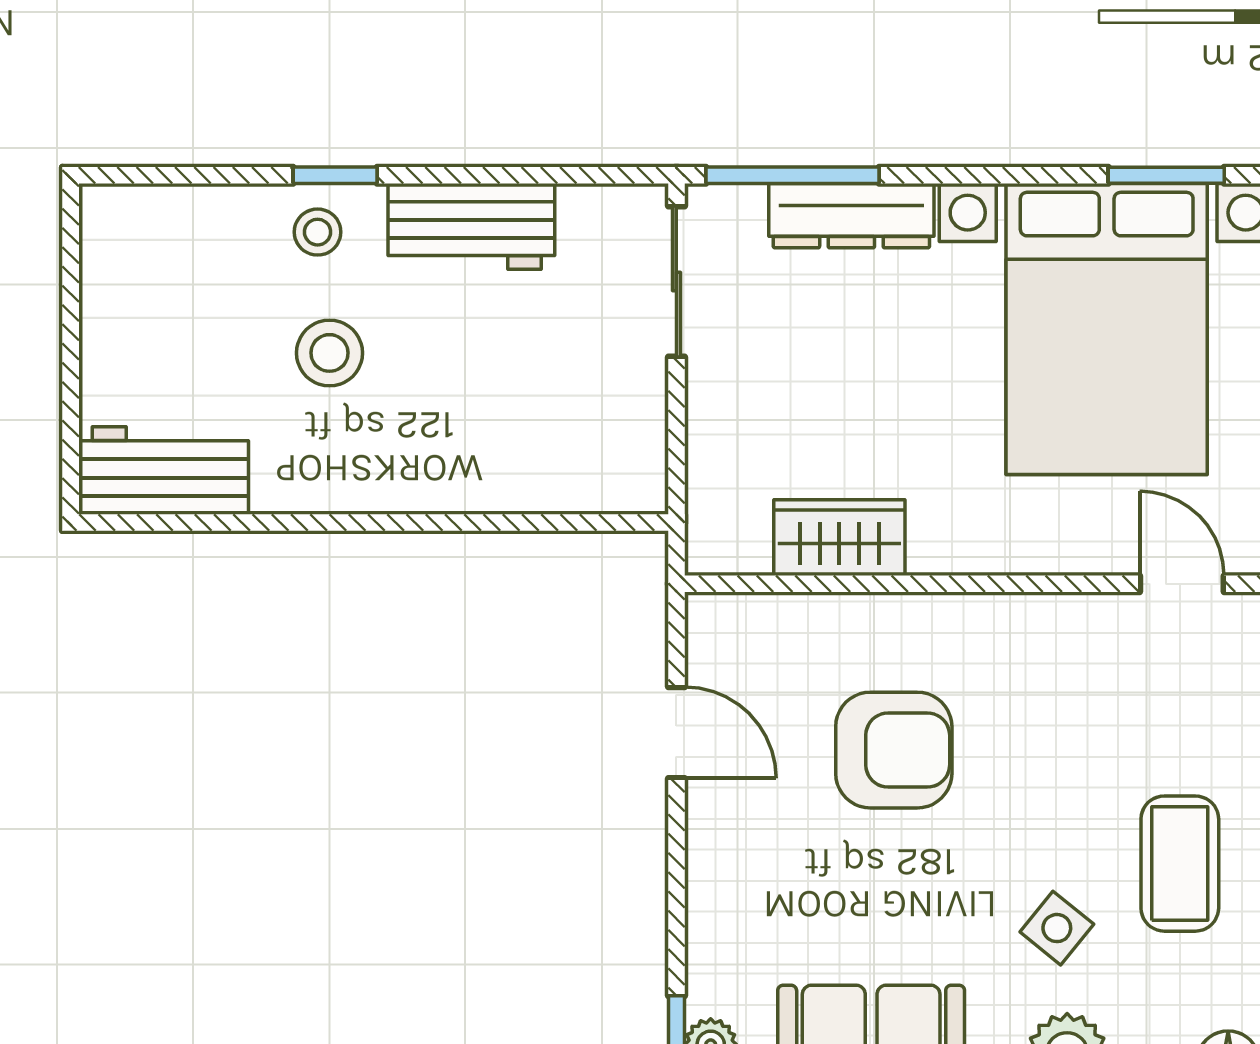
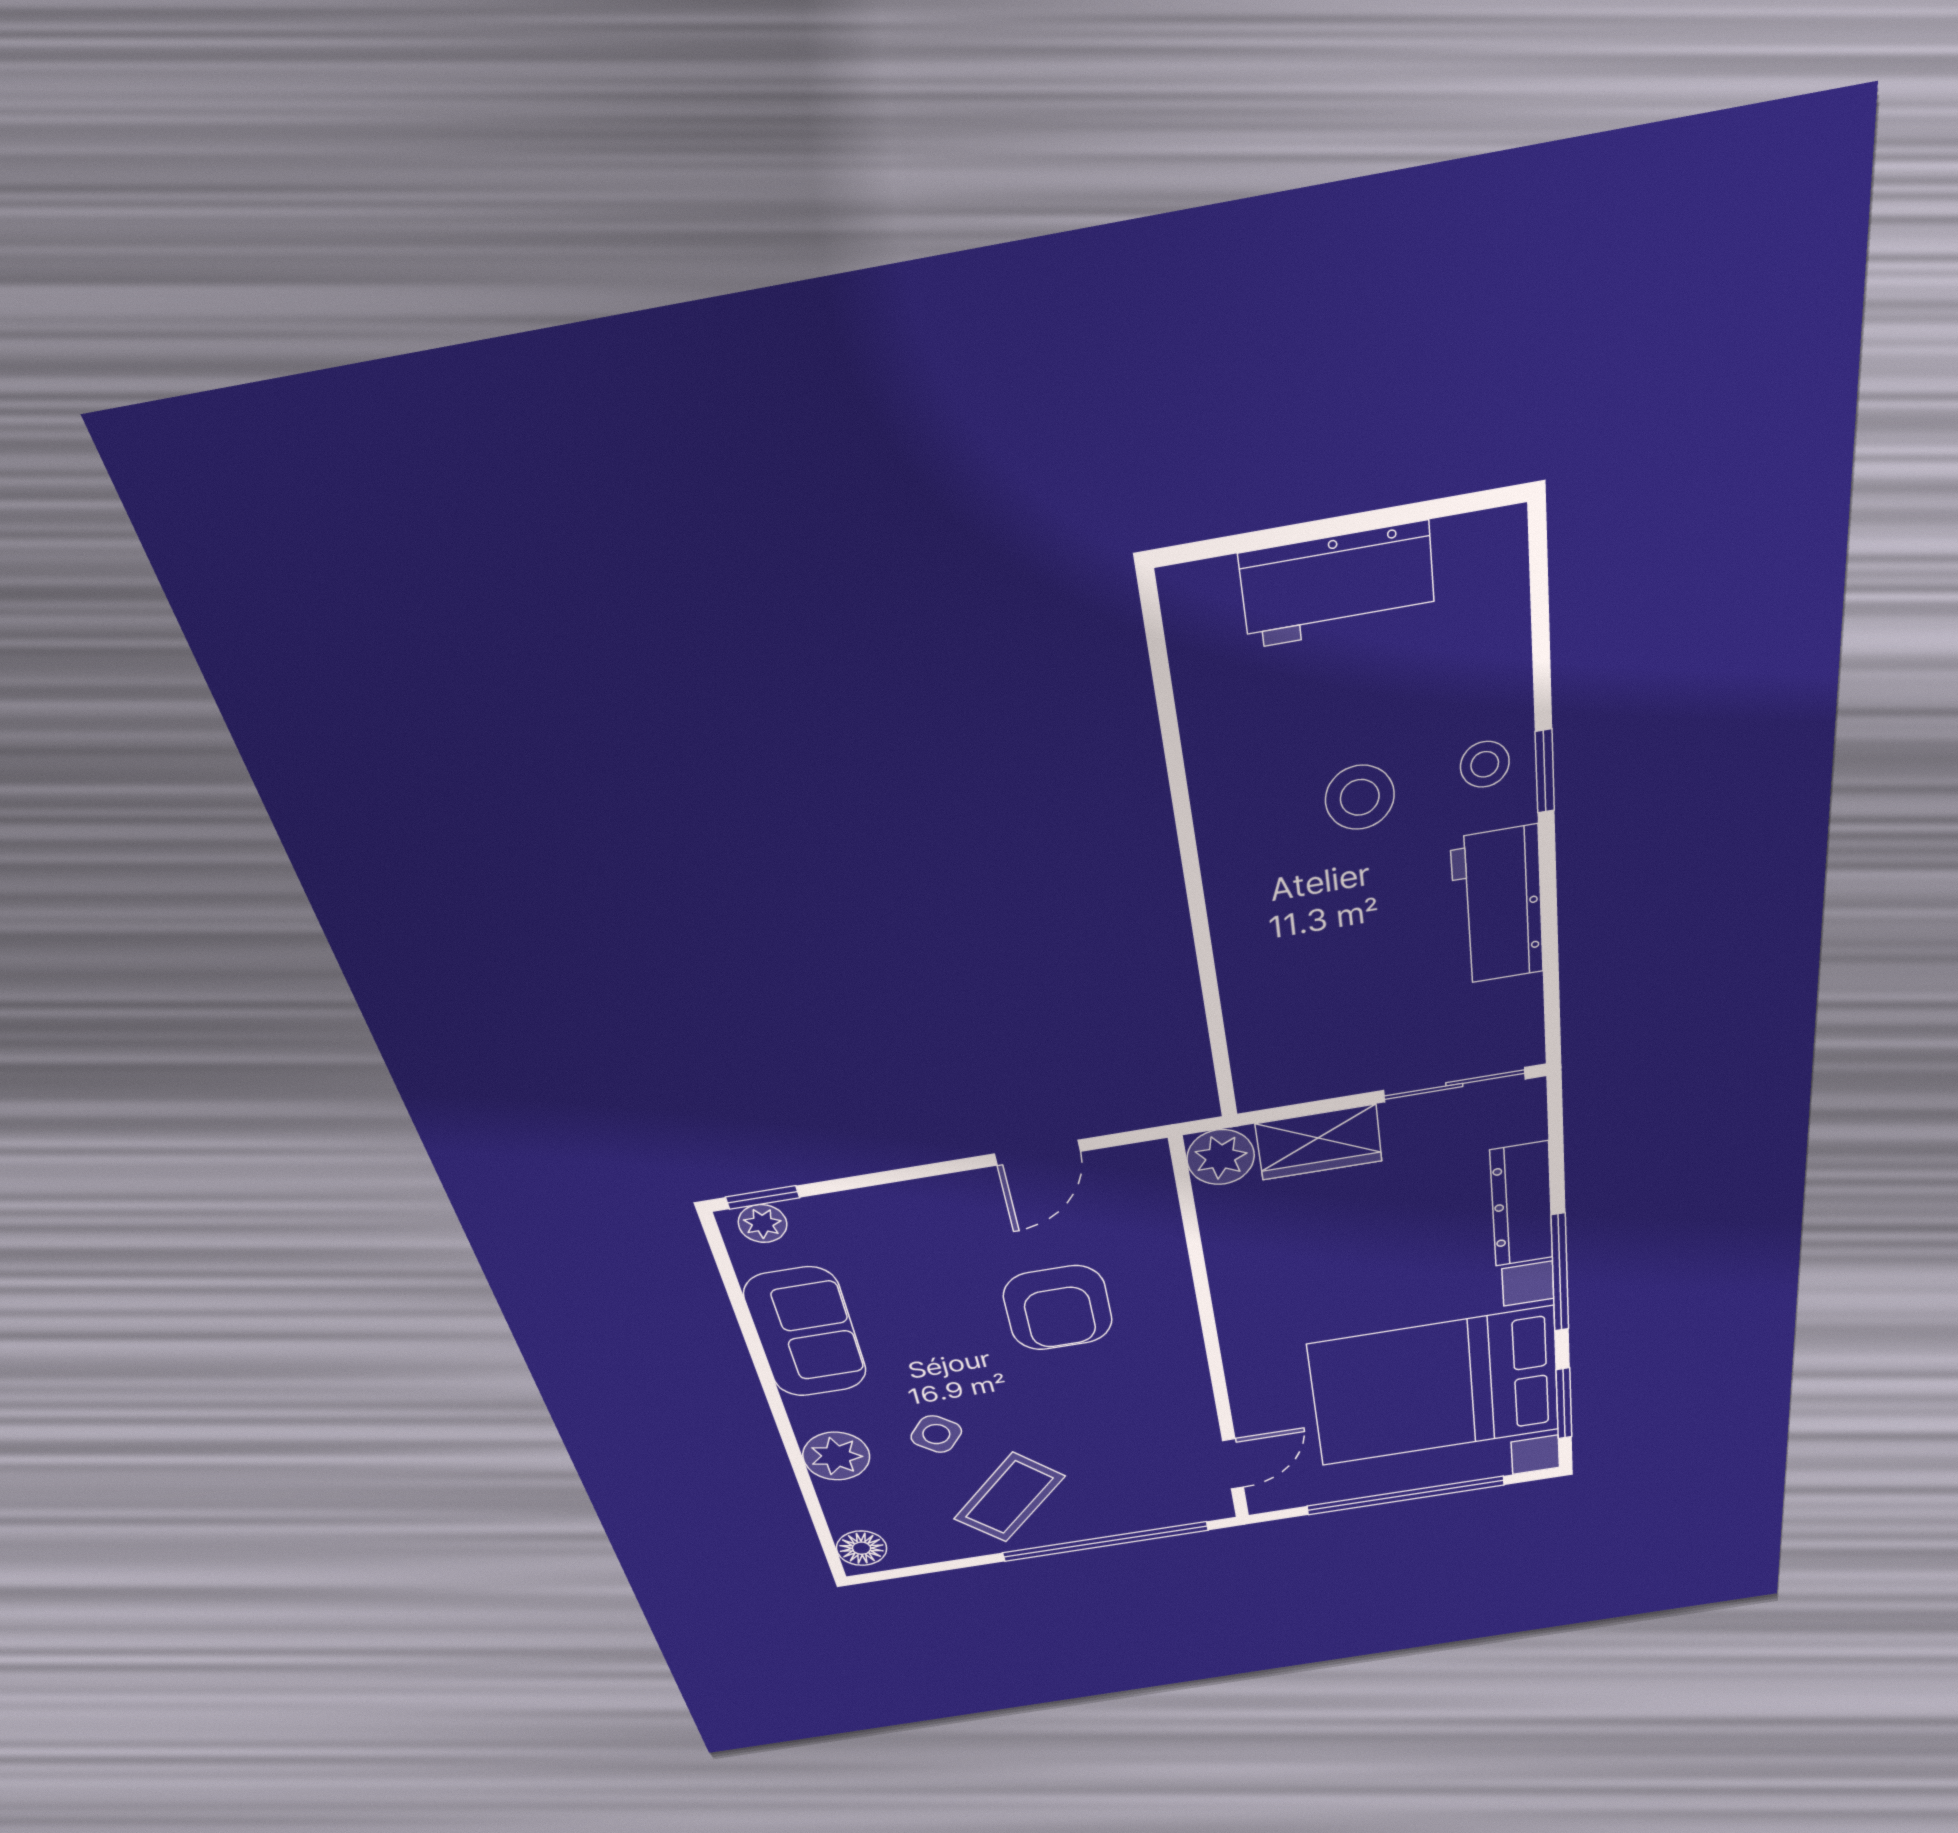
window: (792, 175) -> (1560, 1273), moved
workbench: (164, 471) -> (1337, 585), moved, turned 90
wardrobe: (839, 538) -> (1319, 1142), moved, turned 90
plant: (721, 539) -> (1221, 1157), added
coffee table: (1180, 864) -> (1009, 1497), turned -46

